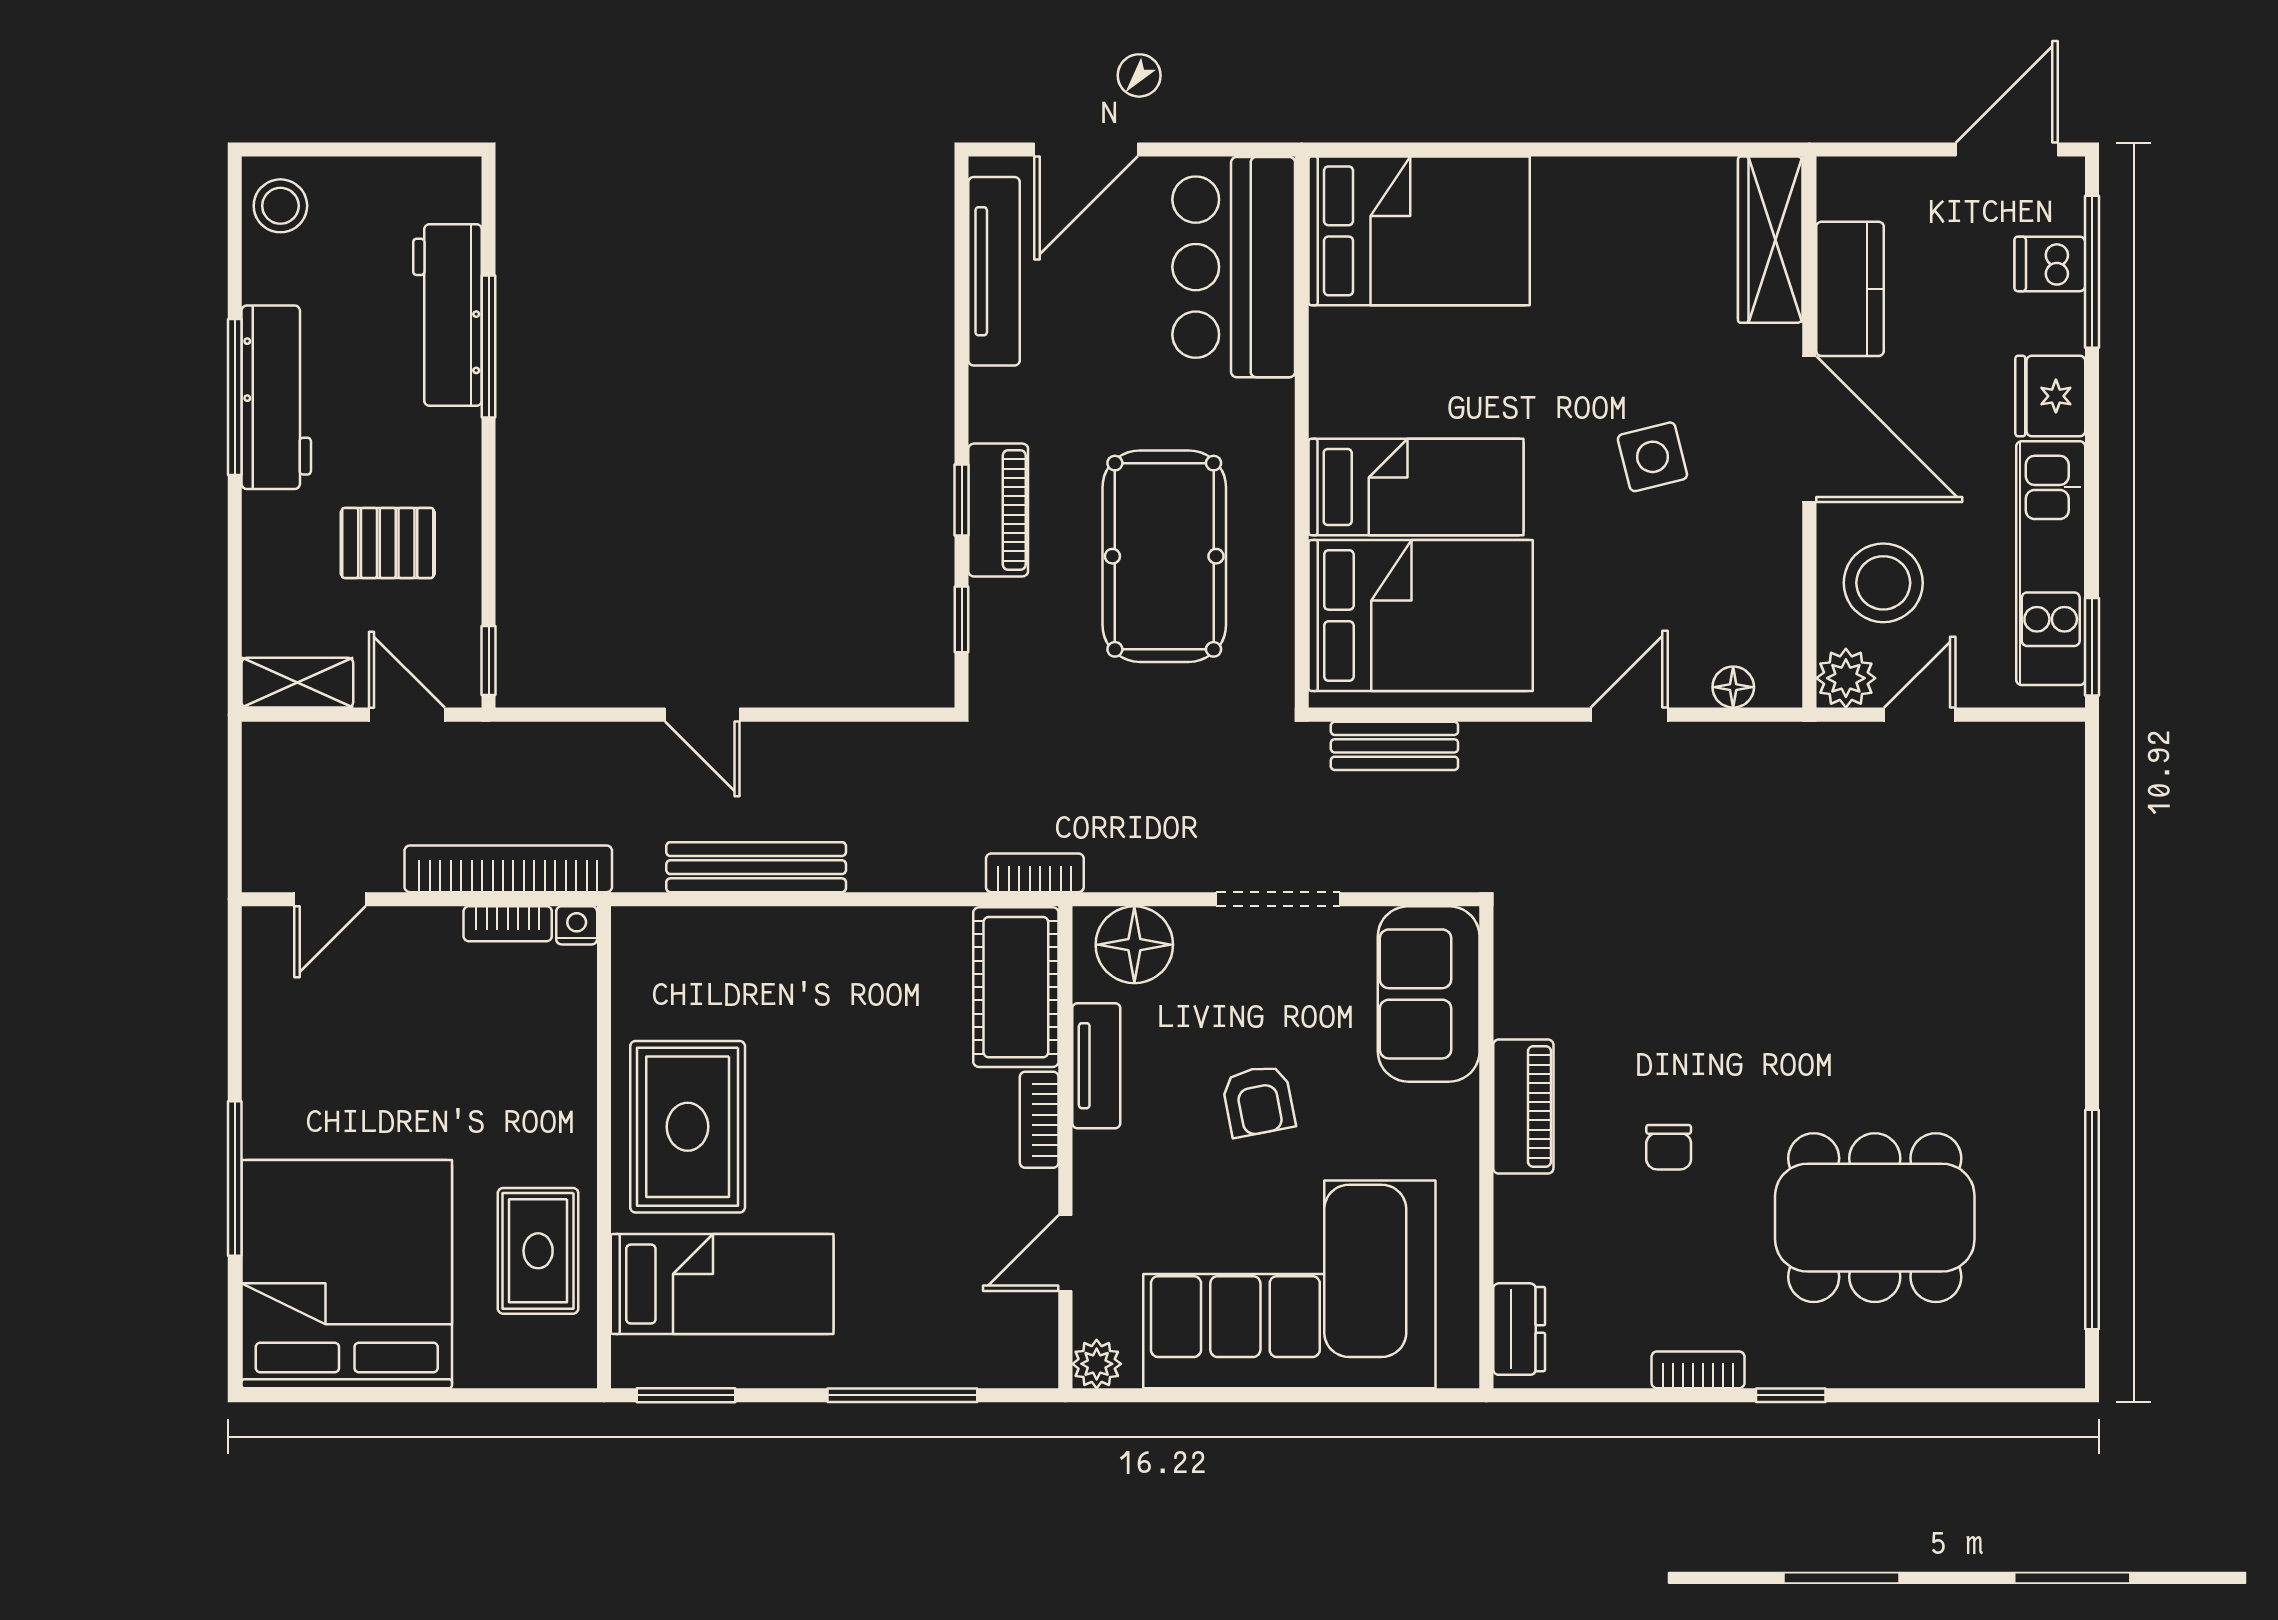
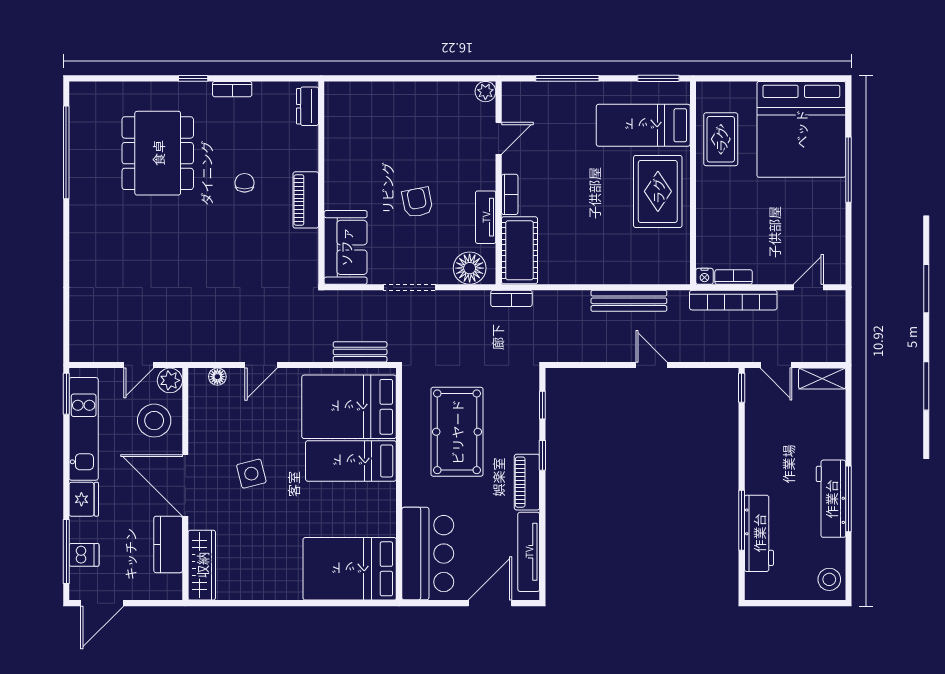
piano: (998, 510) -> (527, 482), moved
pallet: (388, 543) -> (784, 437), removed
dining table: (1875, 1218) -> (158, 153), turned 90
corner sofa: (1289, 1284) -> (404, 125), removed

